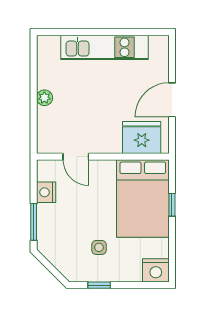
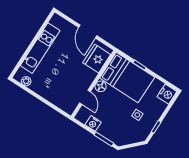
plant: (44, 98) -> (26, 81), moved
door: (76, 157) -> (85, 97), hinge flipped
floor lamp: (106, 169) -> (101, 86), added

